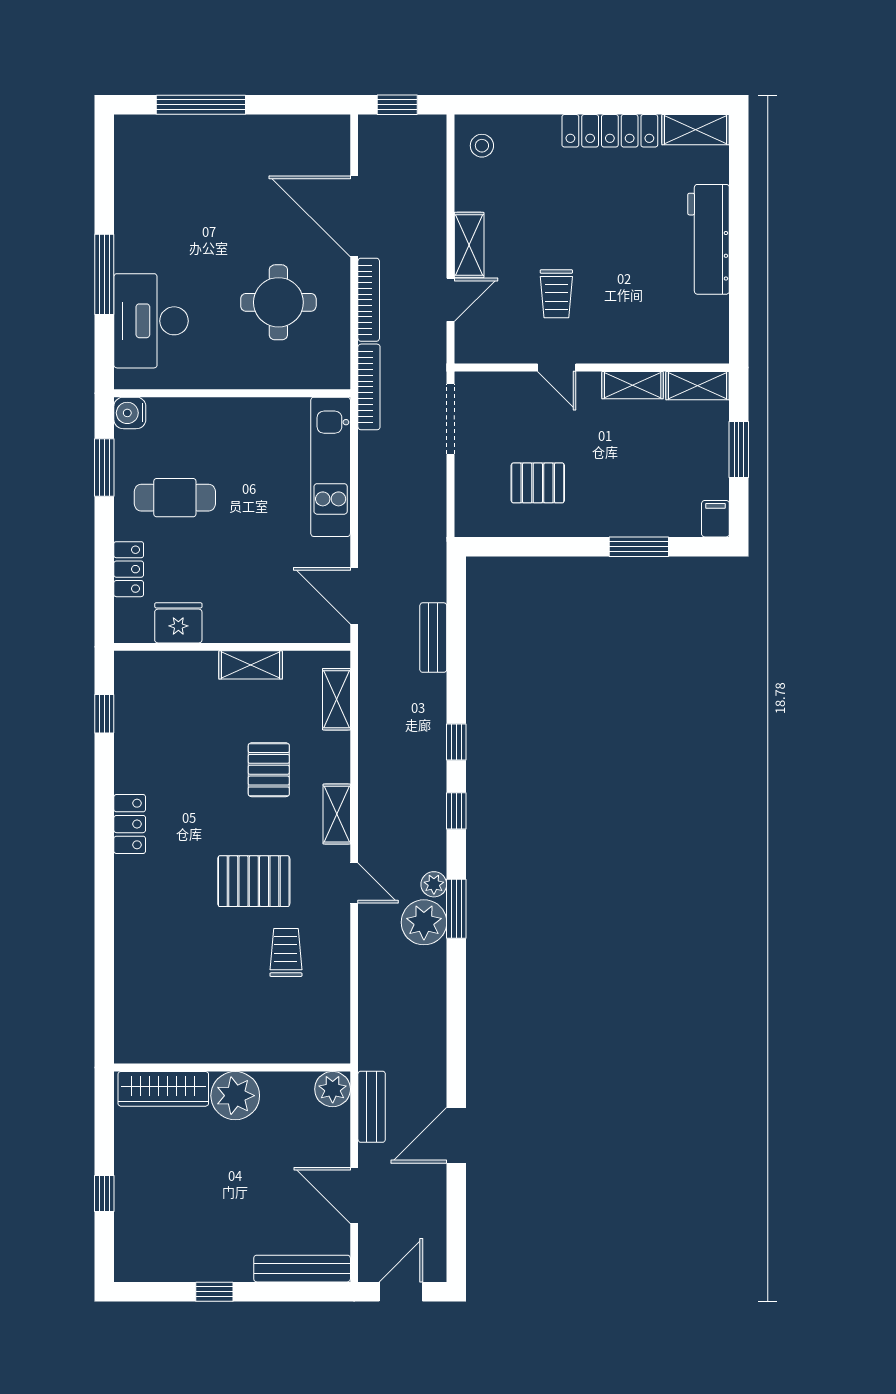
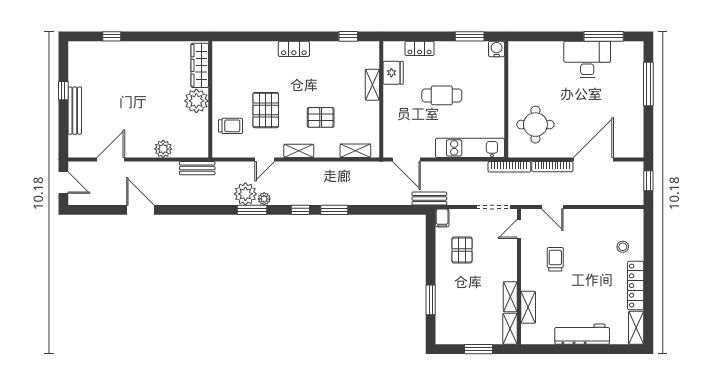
stool: (482, 146) -> (623, 247), moved
shelving: (469, 245) -> (528, 307), moved, turned 90
window: (104, 274) -> (604, 36), moved
trolley: (556, 294) -> (555, 259), turned 90
round table: (278, 302) -> (535, 125), moved
desk: (151, 321) -> (587, 59), moved
door: (557, 367) -> (519, 229), moved
cafe table: (175, 498) -> (442, 95), moved, turned 90
filing cabinet: (715, 519) -> (442, 218), moved, turned 90
door: (354, 596) -> (406, 159), swing flipped
bench: (433, 638) -> (429, 199), moved
shelving: (251, 665) -> (372, 85), moved
window: (456, 742) -> (334, 210), width x1.50
wall: (232, 1068) -> (210, 99), moved
wardrobe: (163, 1089) -> (200, 65), moved
plant: (235, 1096) -> (196, 101), moved
bench: (372, 1107) -> (197, 168), moved
bench: (302, 1269) -> (75, 111), moved

